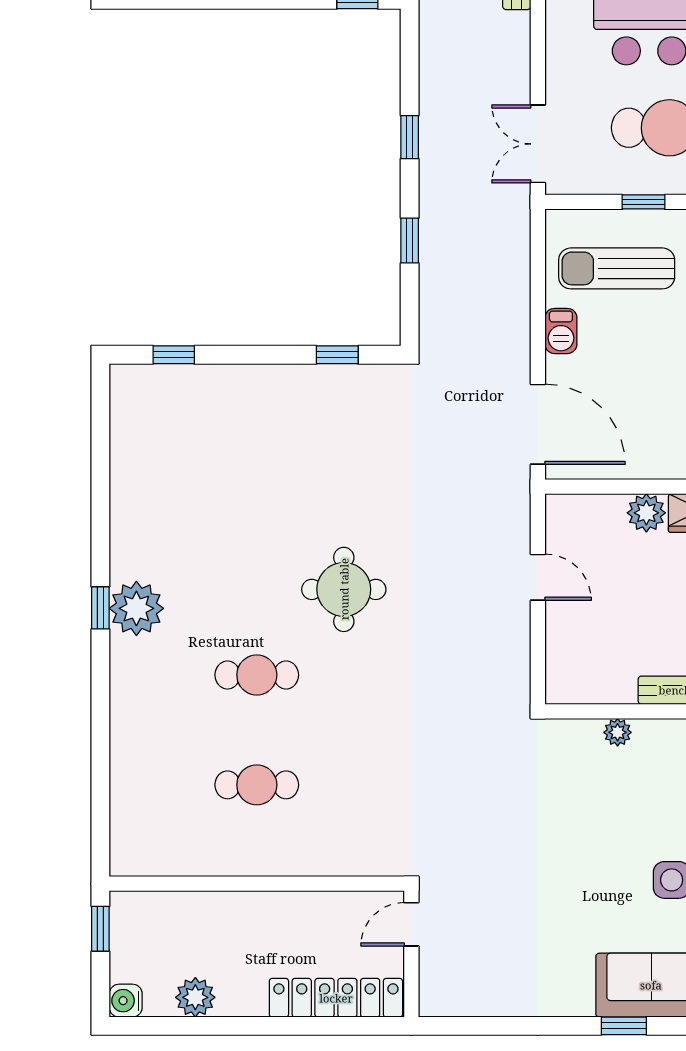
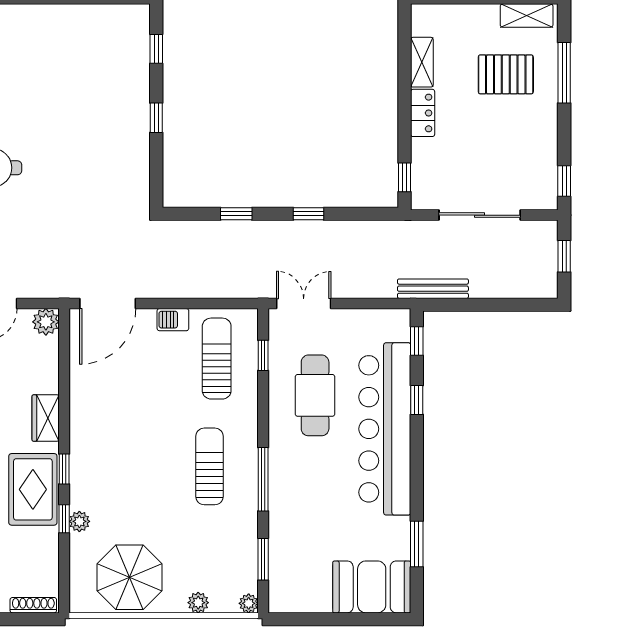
window: (643, 202) -> (263, 355), moved
window: (337, 355) -> (156, 118), moved
plant: (646, 513) -> (46, 322), moved

